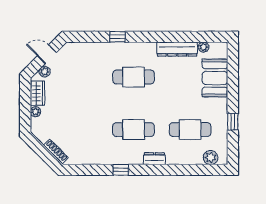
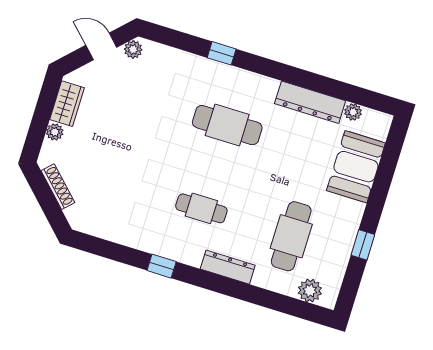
plant: (45, 72) -> (133, 49), moved
cafe table: (133, 130) -> (201, 208), width x0.73, depth x0.74
cafe table: (190, 130) -> (291, 236), turned 90
shoe rack: (56, 152) -> (58, 187), moved
dresser: (154, 159) -> (228, 267), width x1.44

